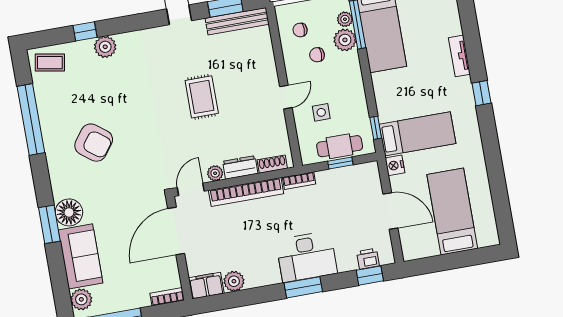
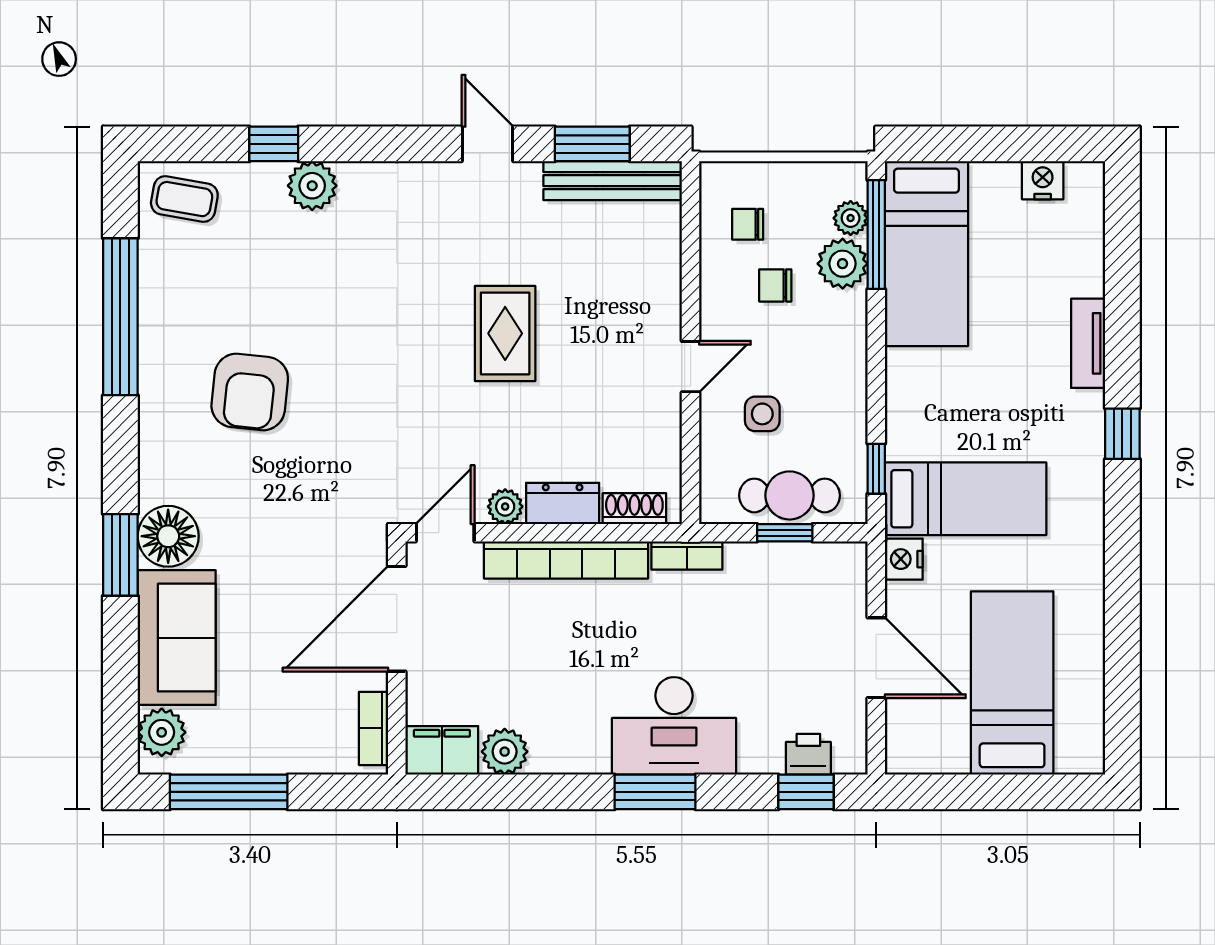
armchair: (94, 143) -> (250, 392), turned 59
bookcase: (167, 297) -> (374, 728), moved, turned -90

